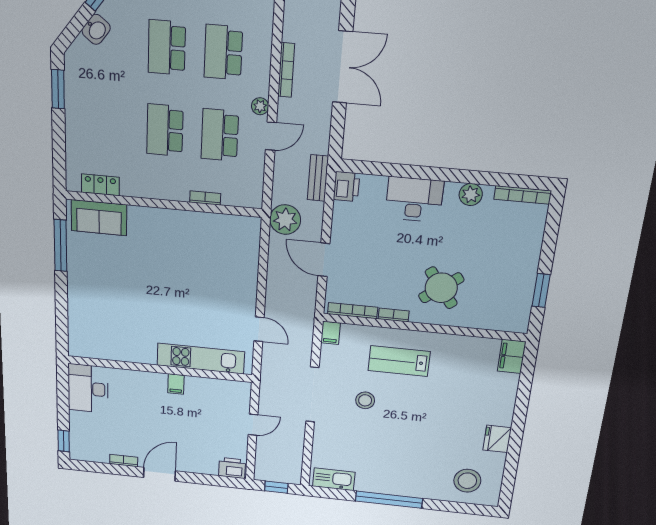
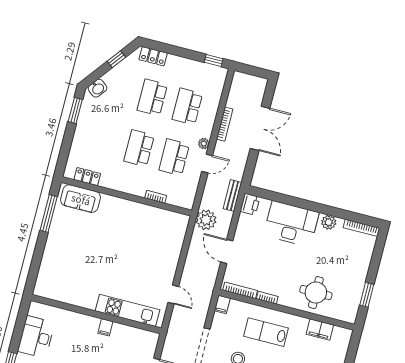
washbasin: (96, 29) -> (97, 88), moved
desk: (414, 199) -> (291, 224), width x1.36, depth x1.30
round table: (441, 288) -> (316, 293), moved, turned 37
filing cabinet: (512, 356) -> (320, 329), moved, turned -90
desk: (88, 389) -> (36, 337), moved

